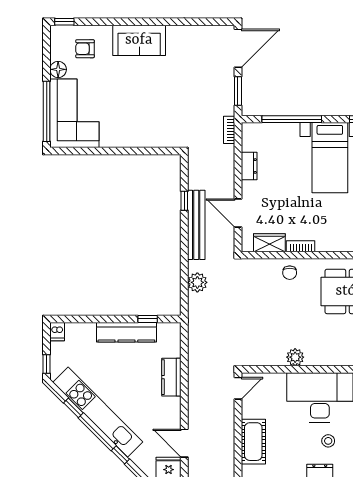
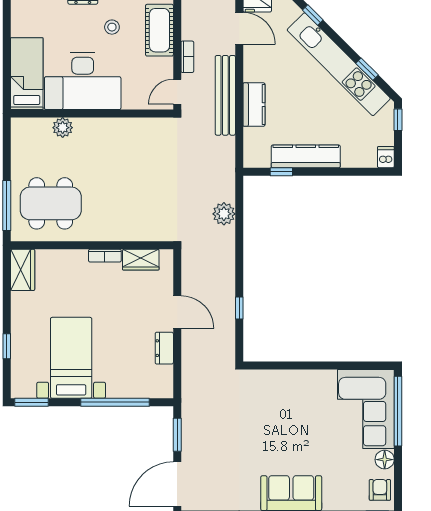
armchair: (85, 49) -> (380, 490), moved, turned -90
bookcase: (229, 130) -> (187, 57), moved
door: (238, 213) -> (177, 312), moved
bench: (196, 225) -> (225, 95), moved
chair: (290, 273) -> (117, 225), removed
plant: (295, 357) -> (63, 128), moved
stool: (328, 441) -> (112, 27), moved

